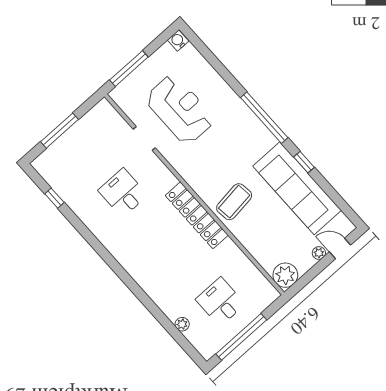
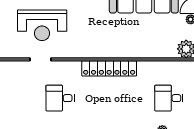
reception desk: (180, 109) -> (42, 25), turned 180
coffee table: (234, 202) -> (120, 41), removed

